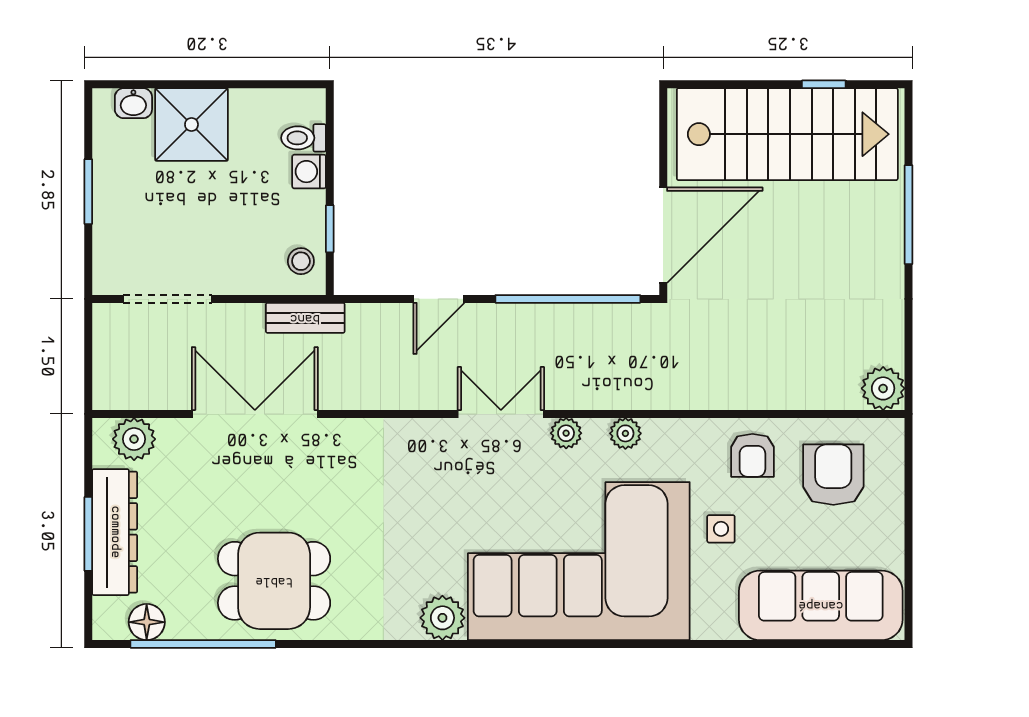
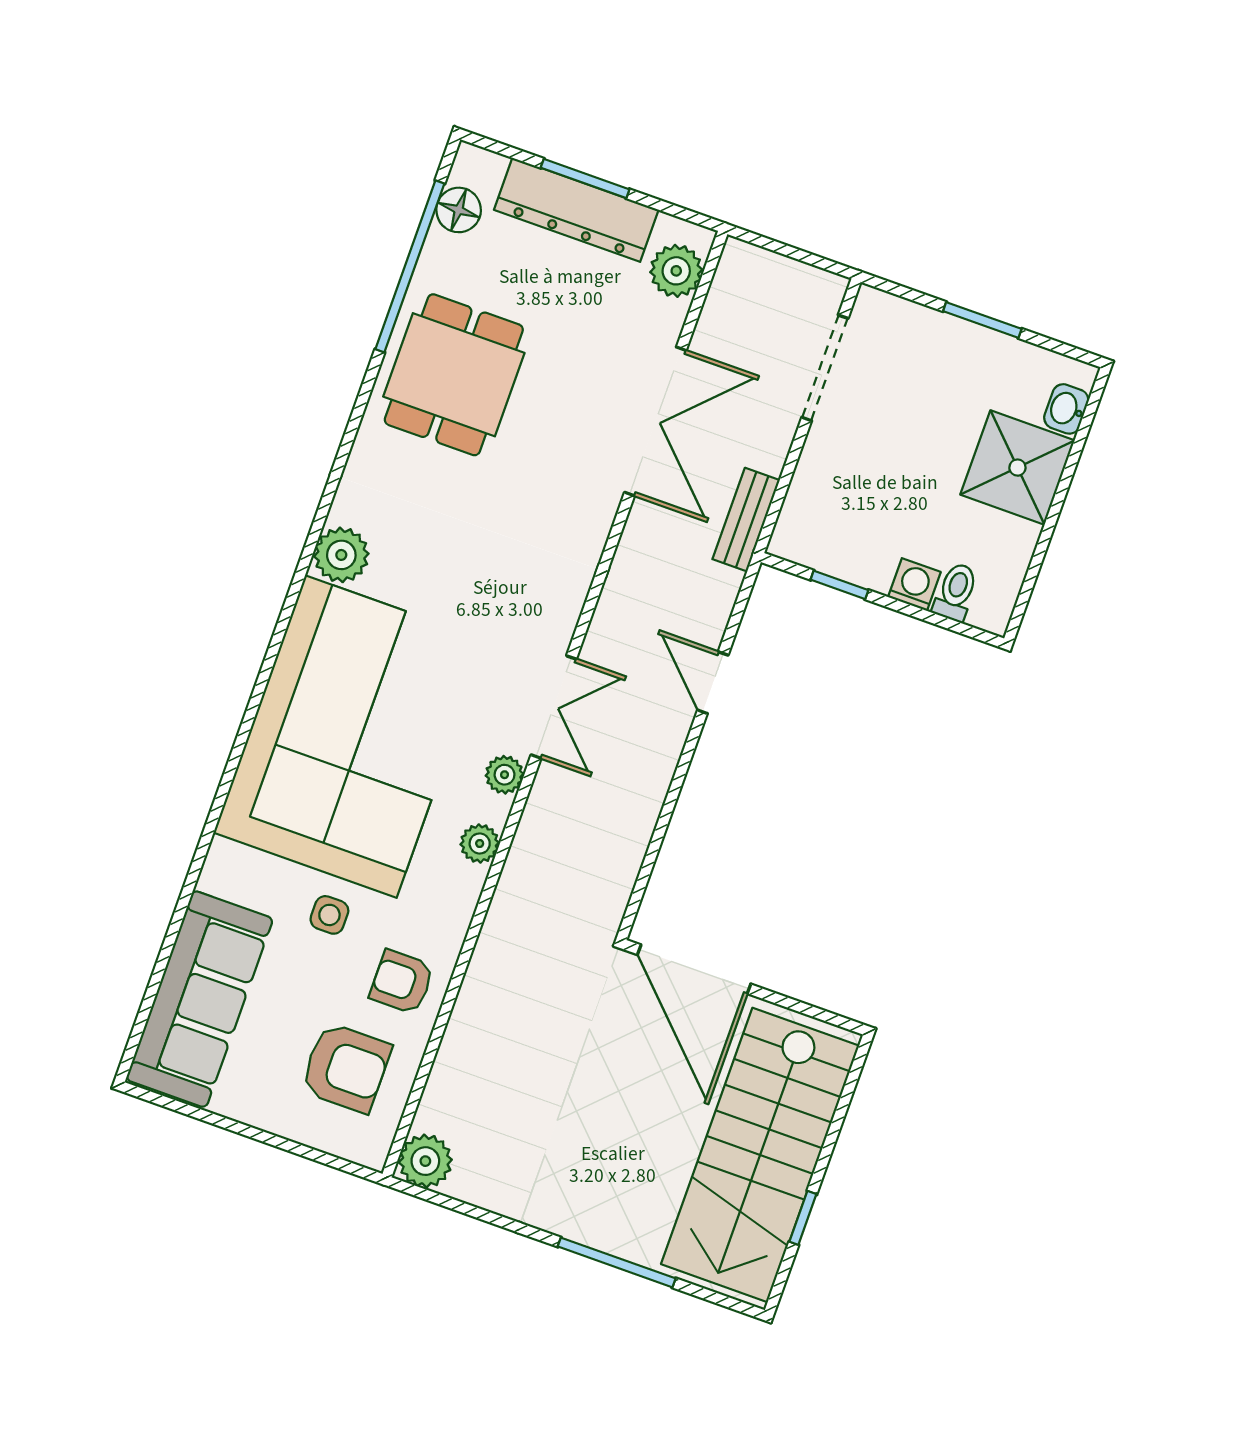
stool: (301, 261) -> (814, 538), removed
window: (568, 299) -> (660, 832), removed

